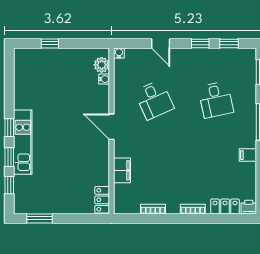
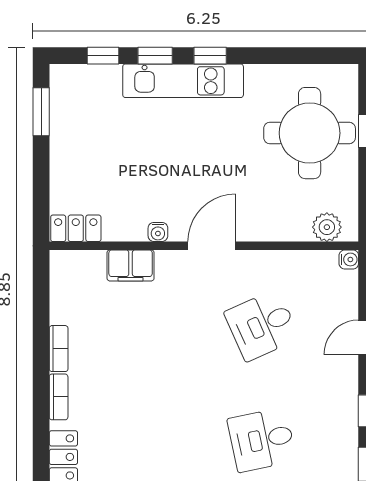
round table: (51, 74) -> (310, 133), added
water cooler: (104, 79) -> (158, 232), moved
bookcase: (153, 209) -> (59, 349), moved

